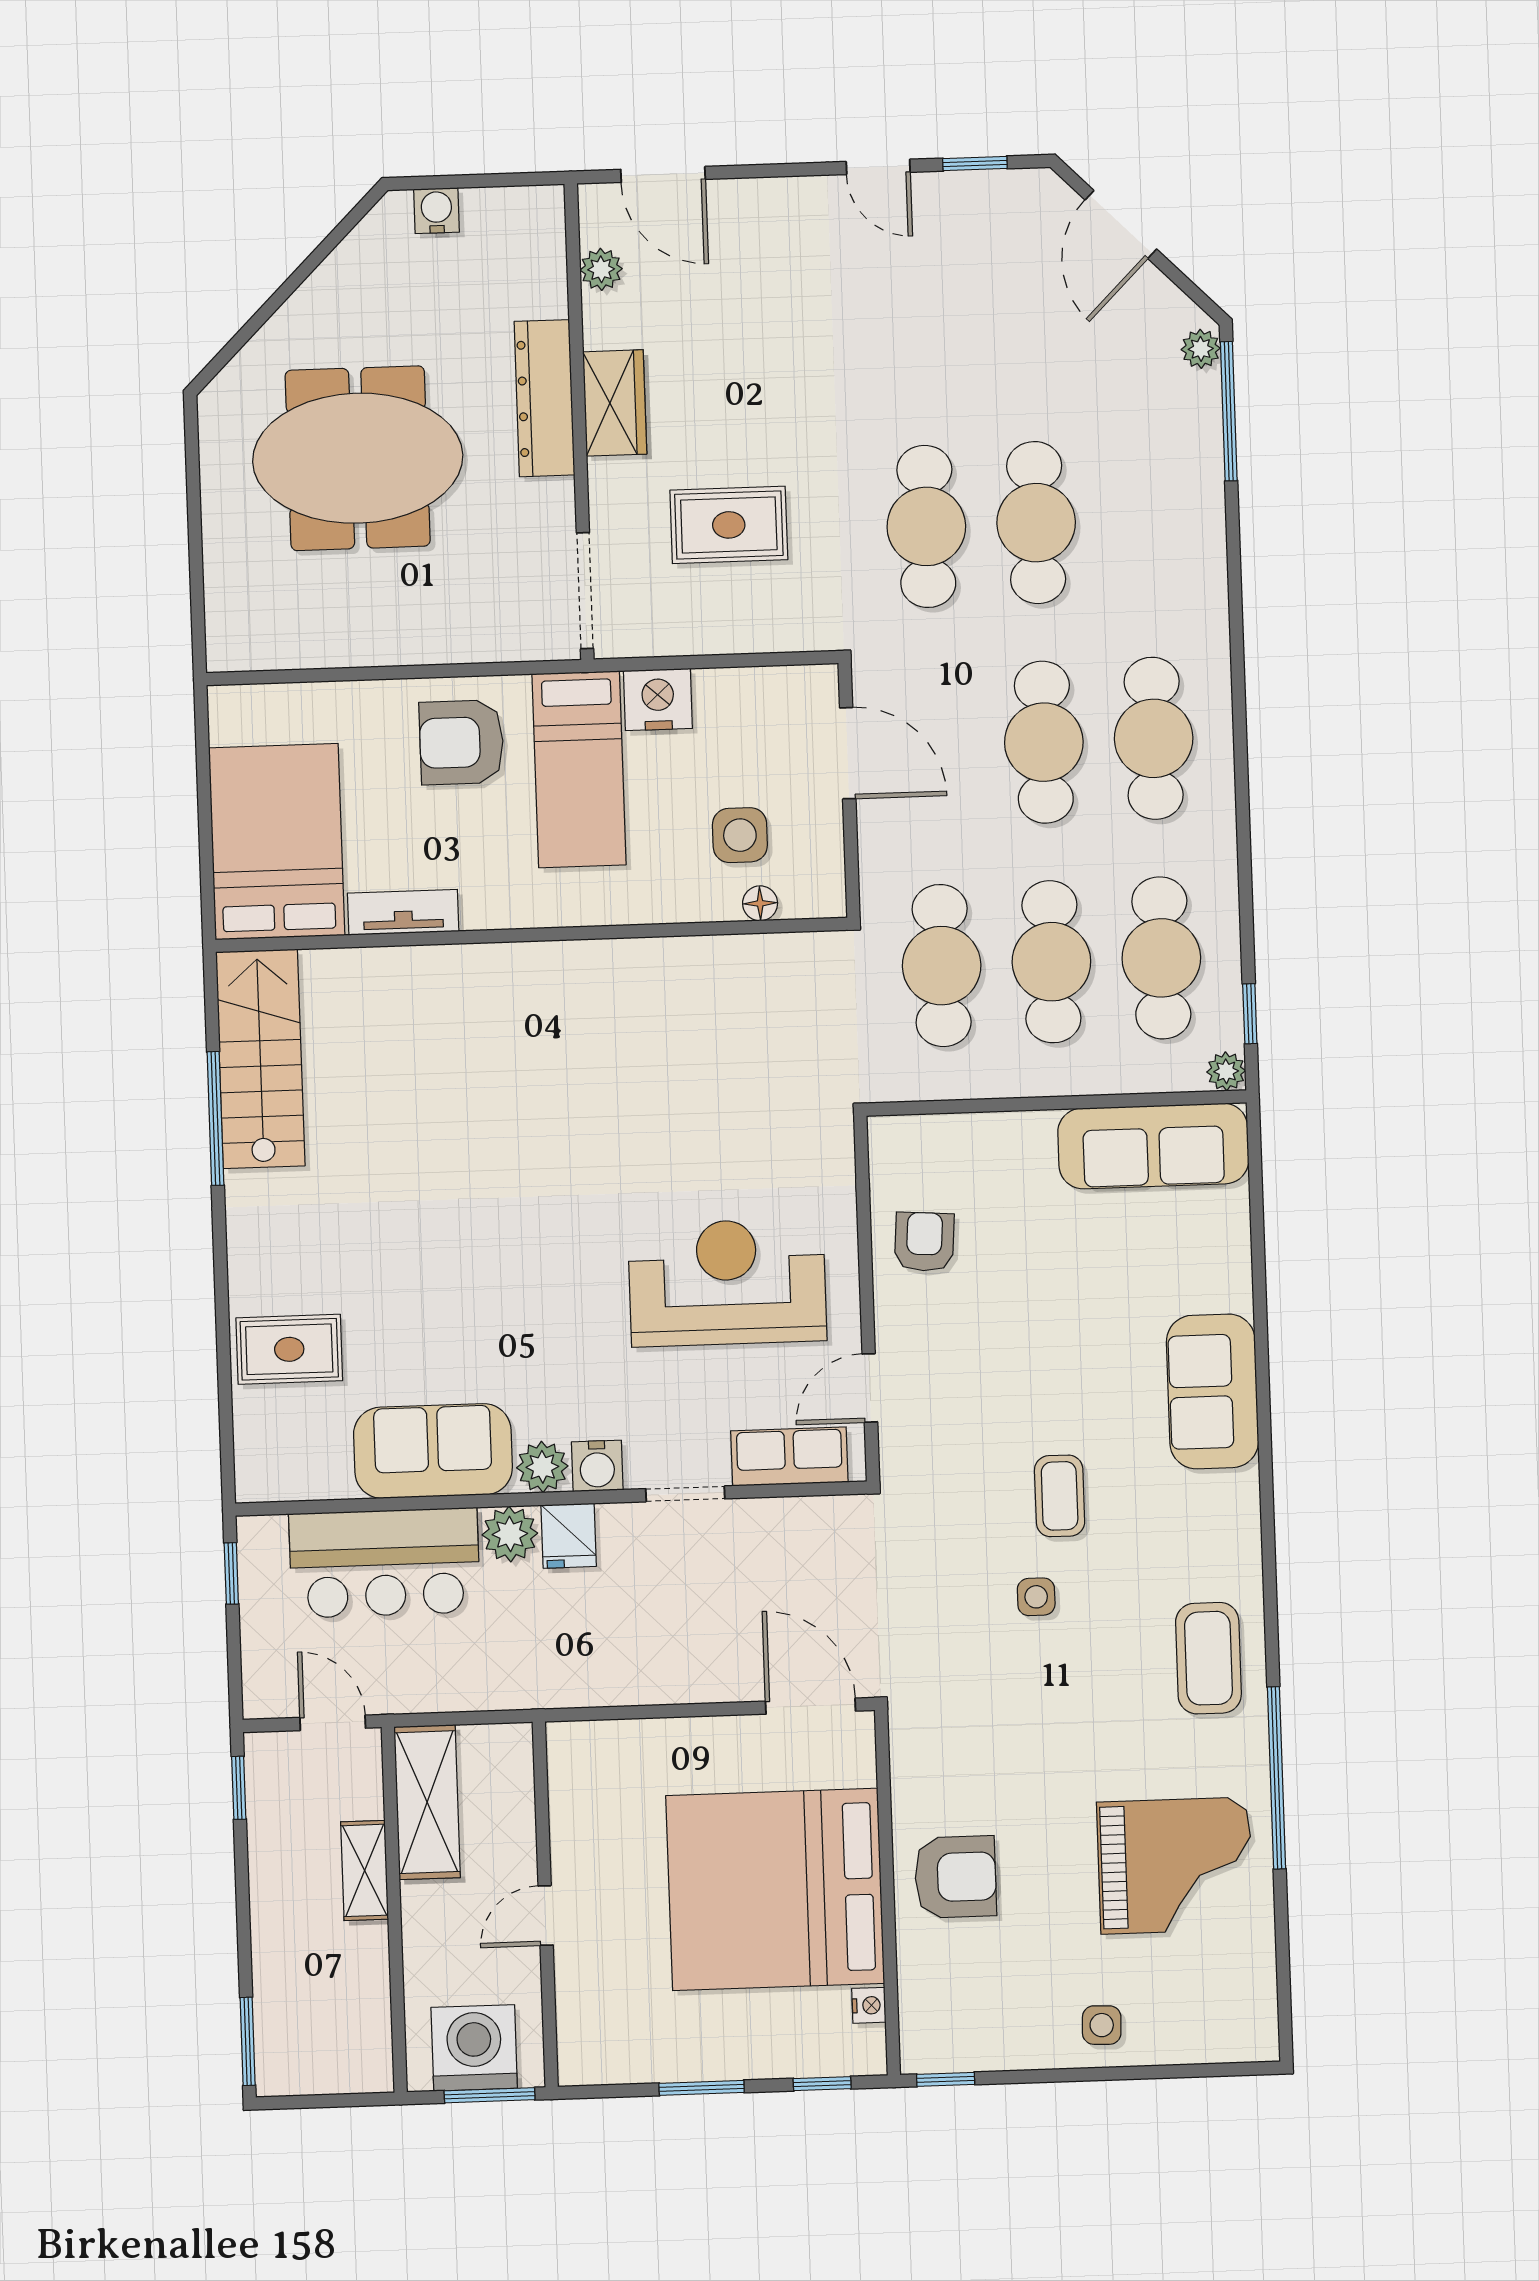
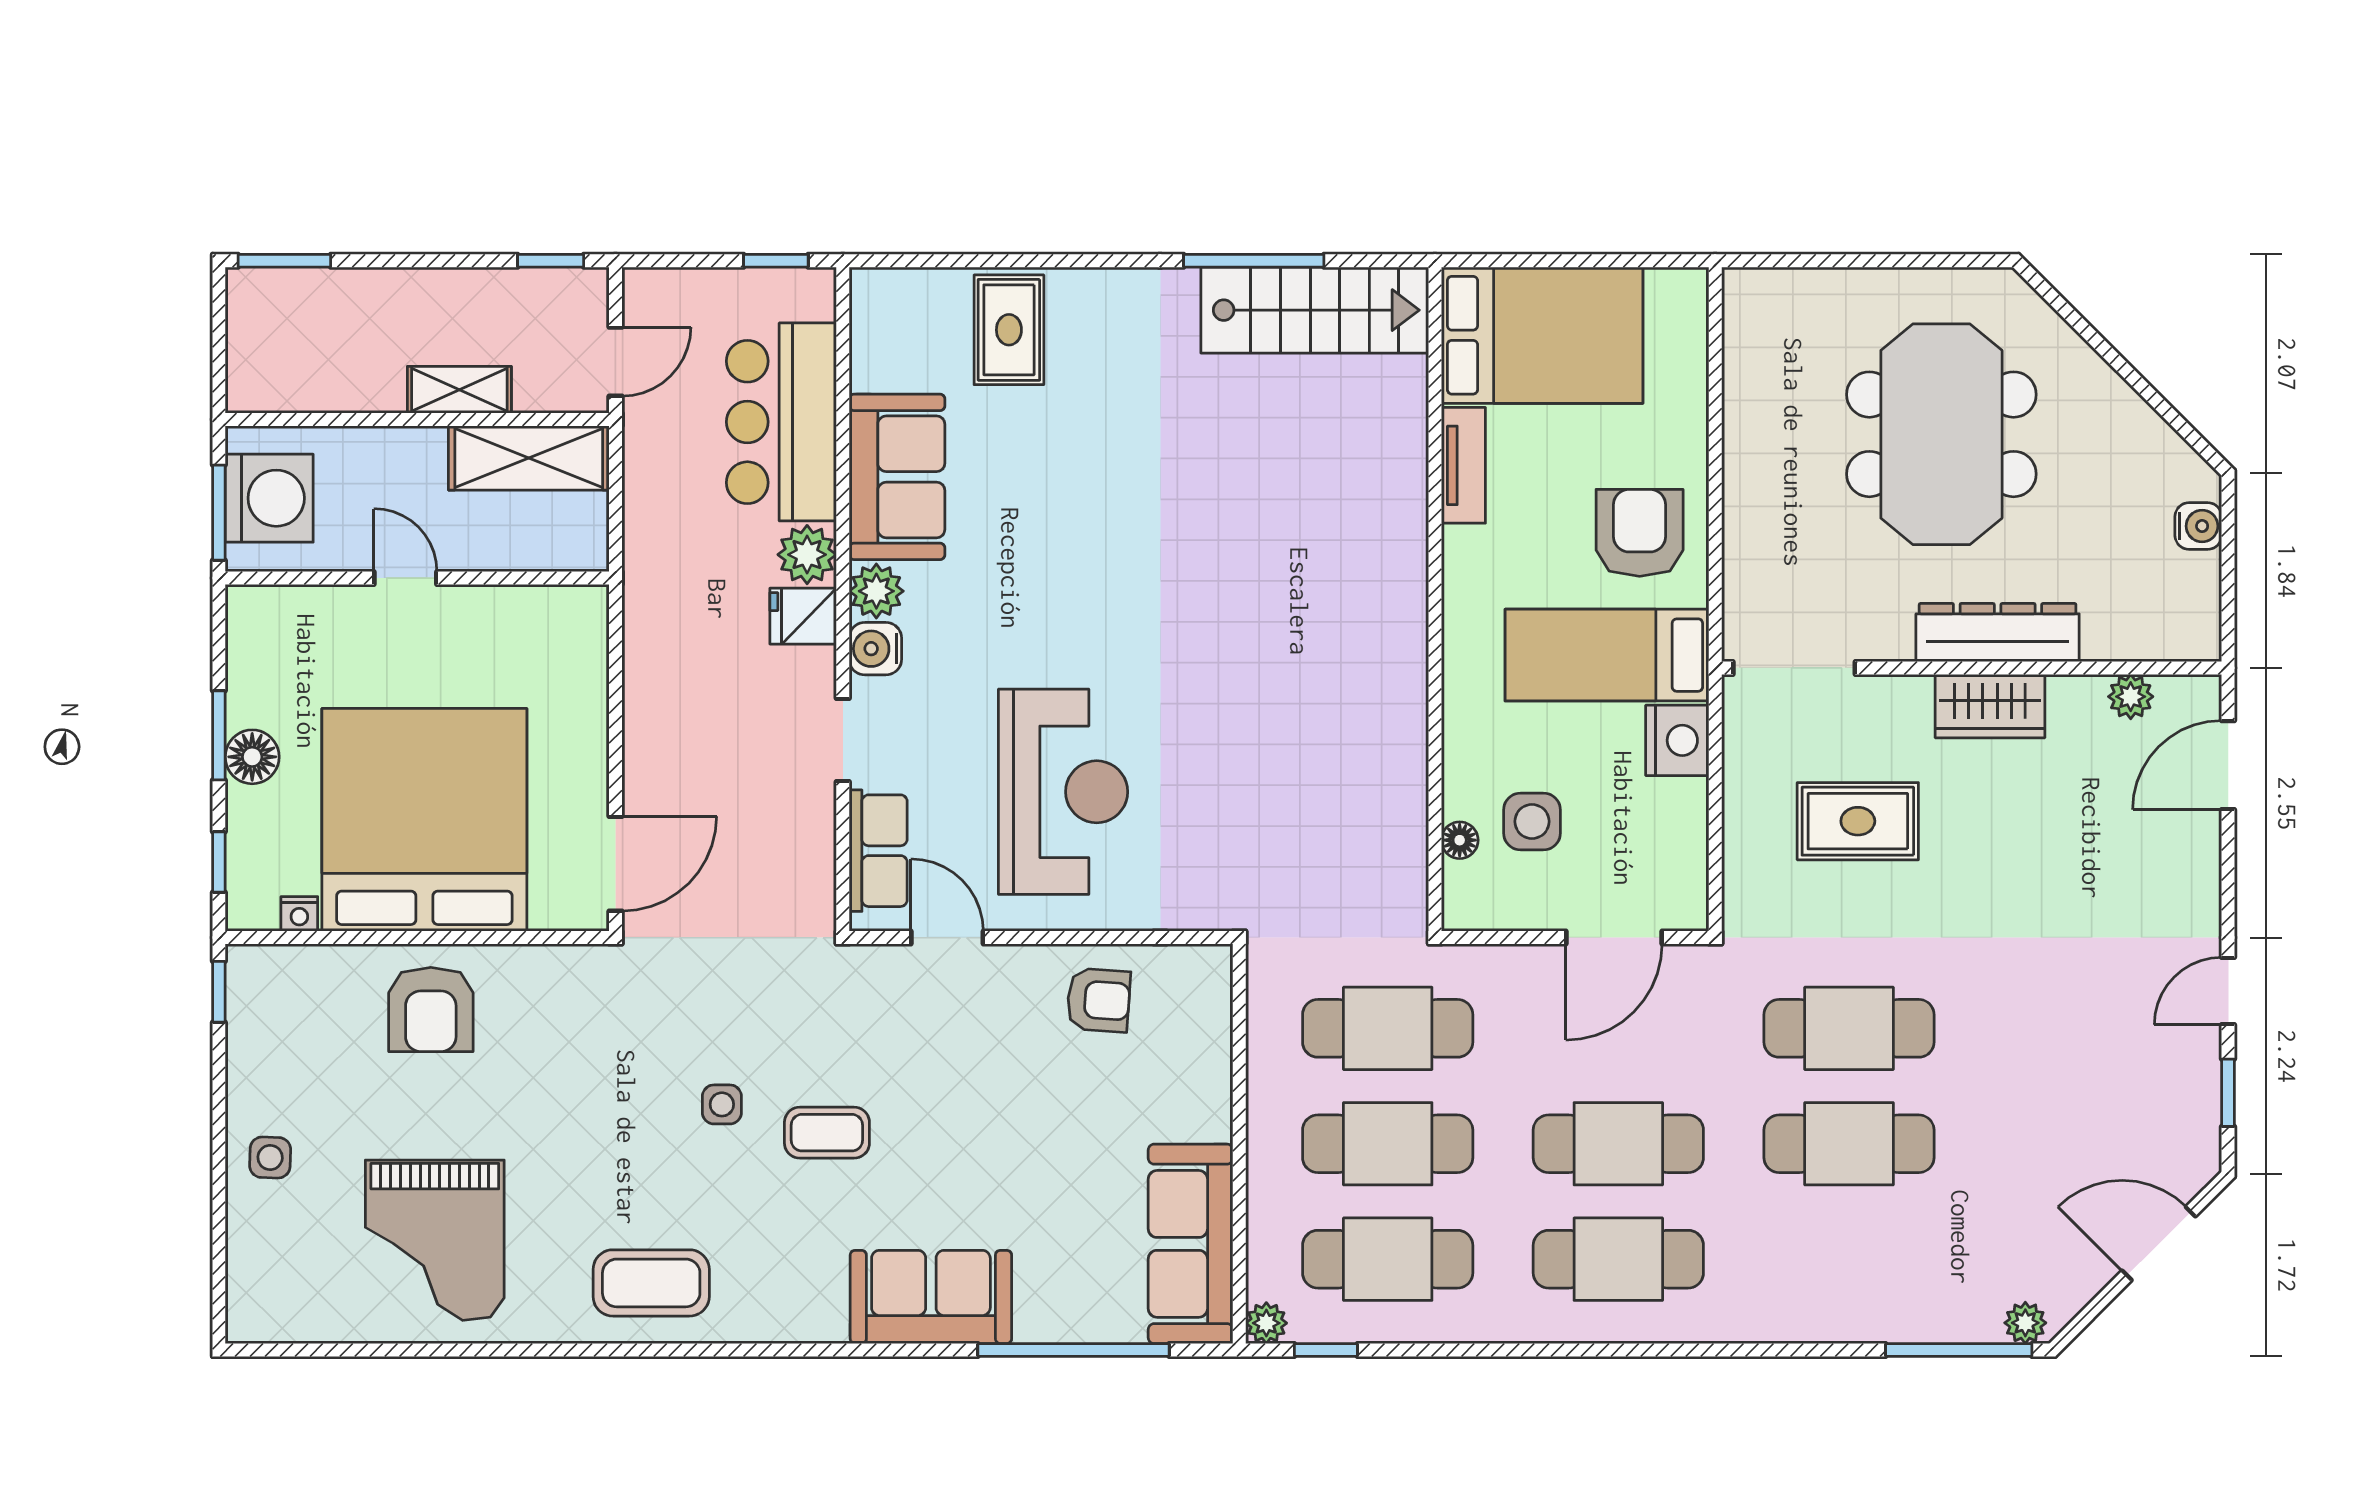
rug: (729, 525) -> (1858, 821), turned 90
window: (1276, 1778) -> (1074, 1350), moved
floor lamp: (721, 2055) -> (252, 757), added

